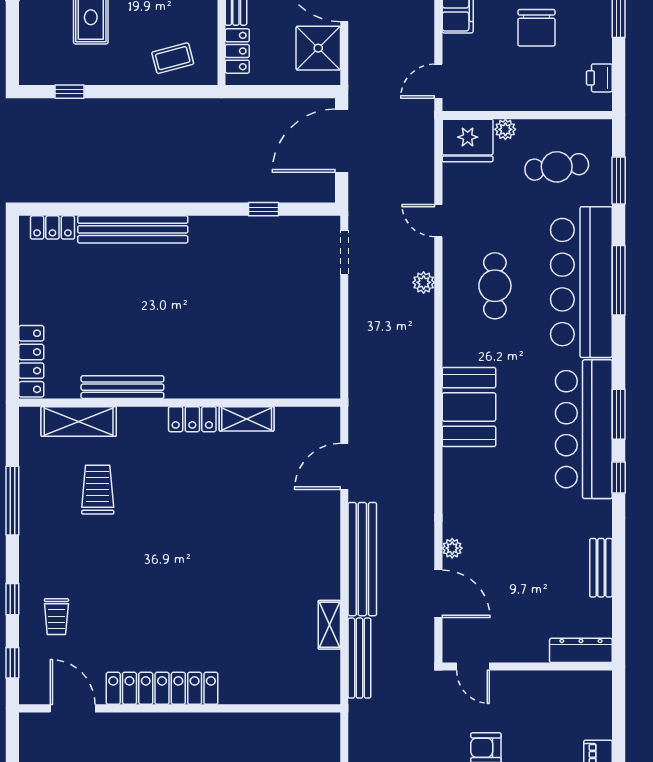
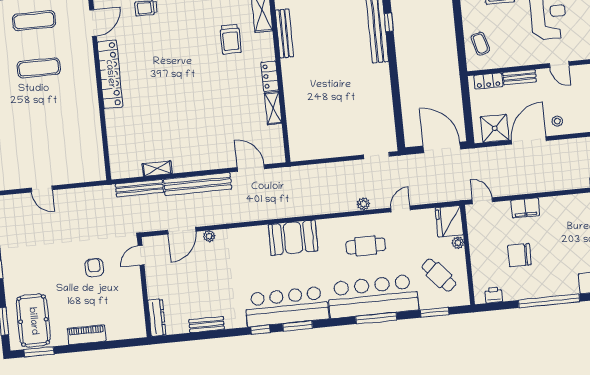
cafe table: (557, 167) -> (439, 275), turned -34
window: (264, 209) -> (389, 22), moved
trolley: (98, 490) -> (231, 39), moved, turned 90

